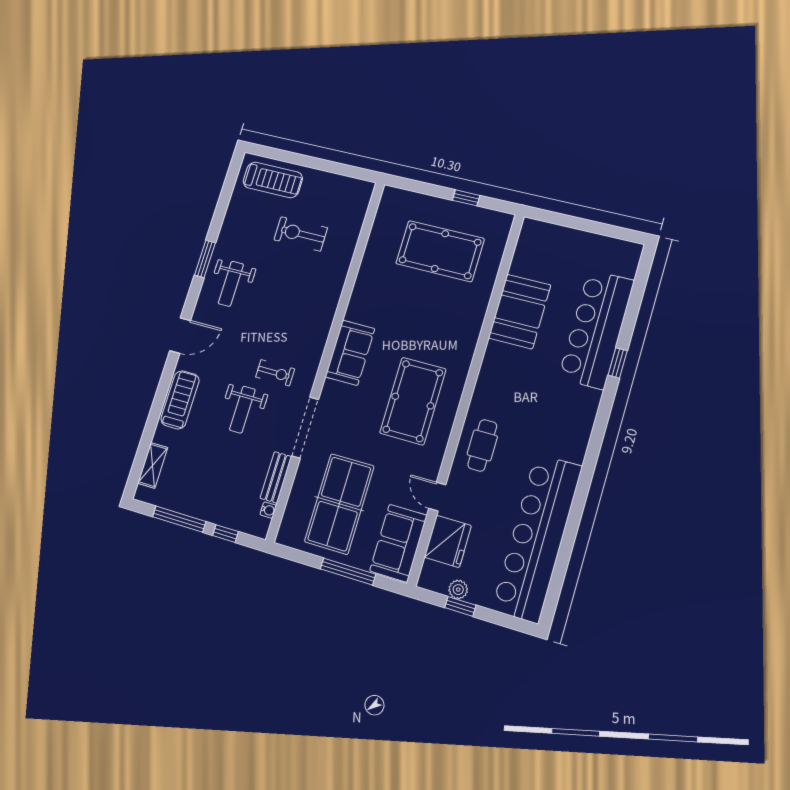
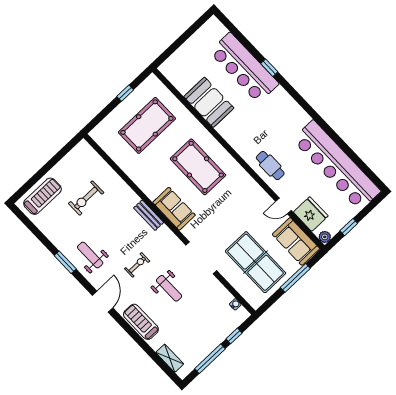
weight bench: (231, 284) -> (90, 255), turned 180
exercise bike: (275, 373) -> (137, 265), moved
pool table: (413, 401) -> (198, 167), moved
bench: (276, 477) -> (149, 215), moved
plant: (458, 590) -> (325, 237), moved

